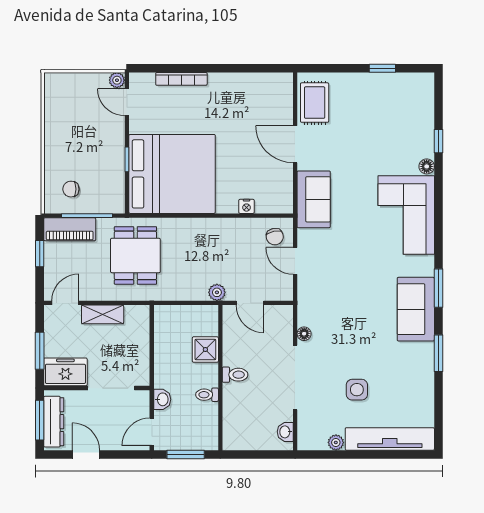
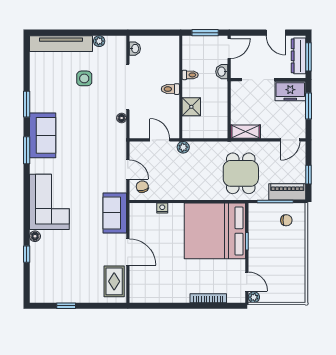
shelving: (103, 314) -> (246, 132), moved

